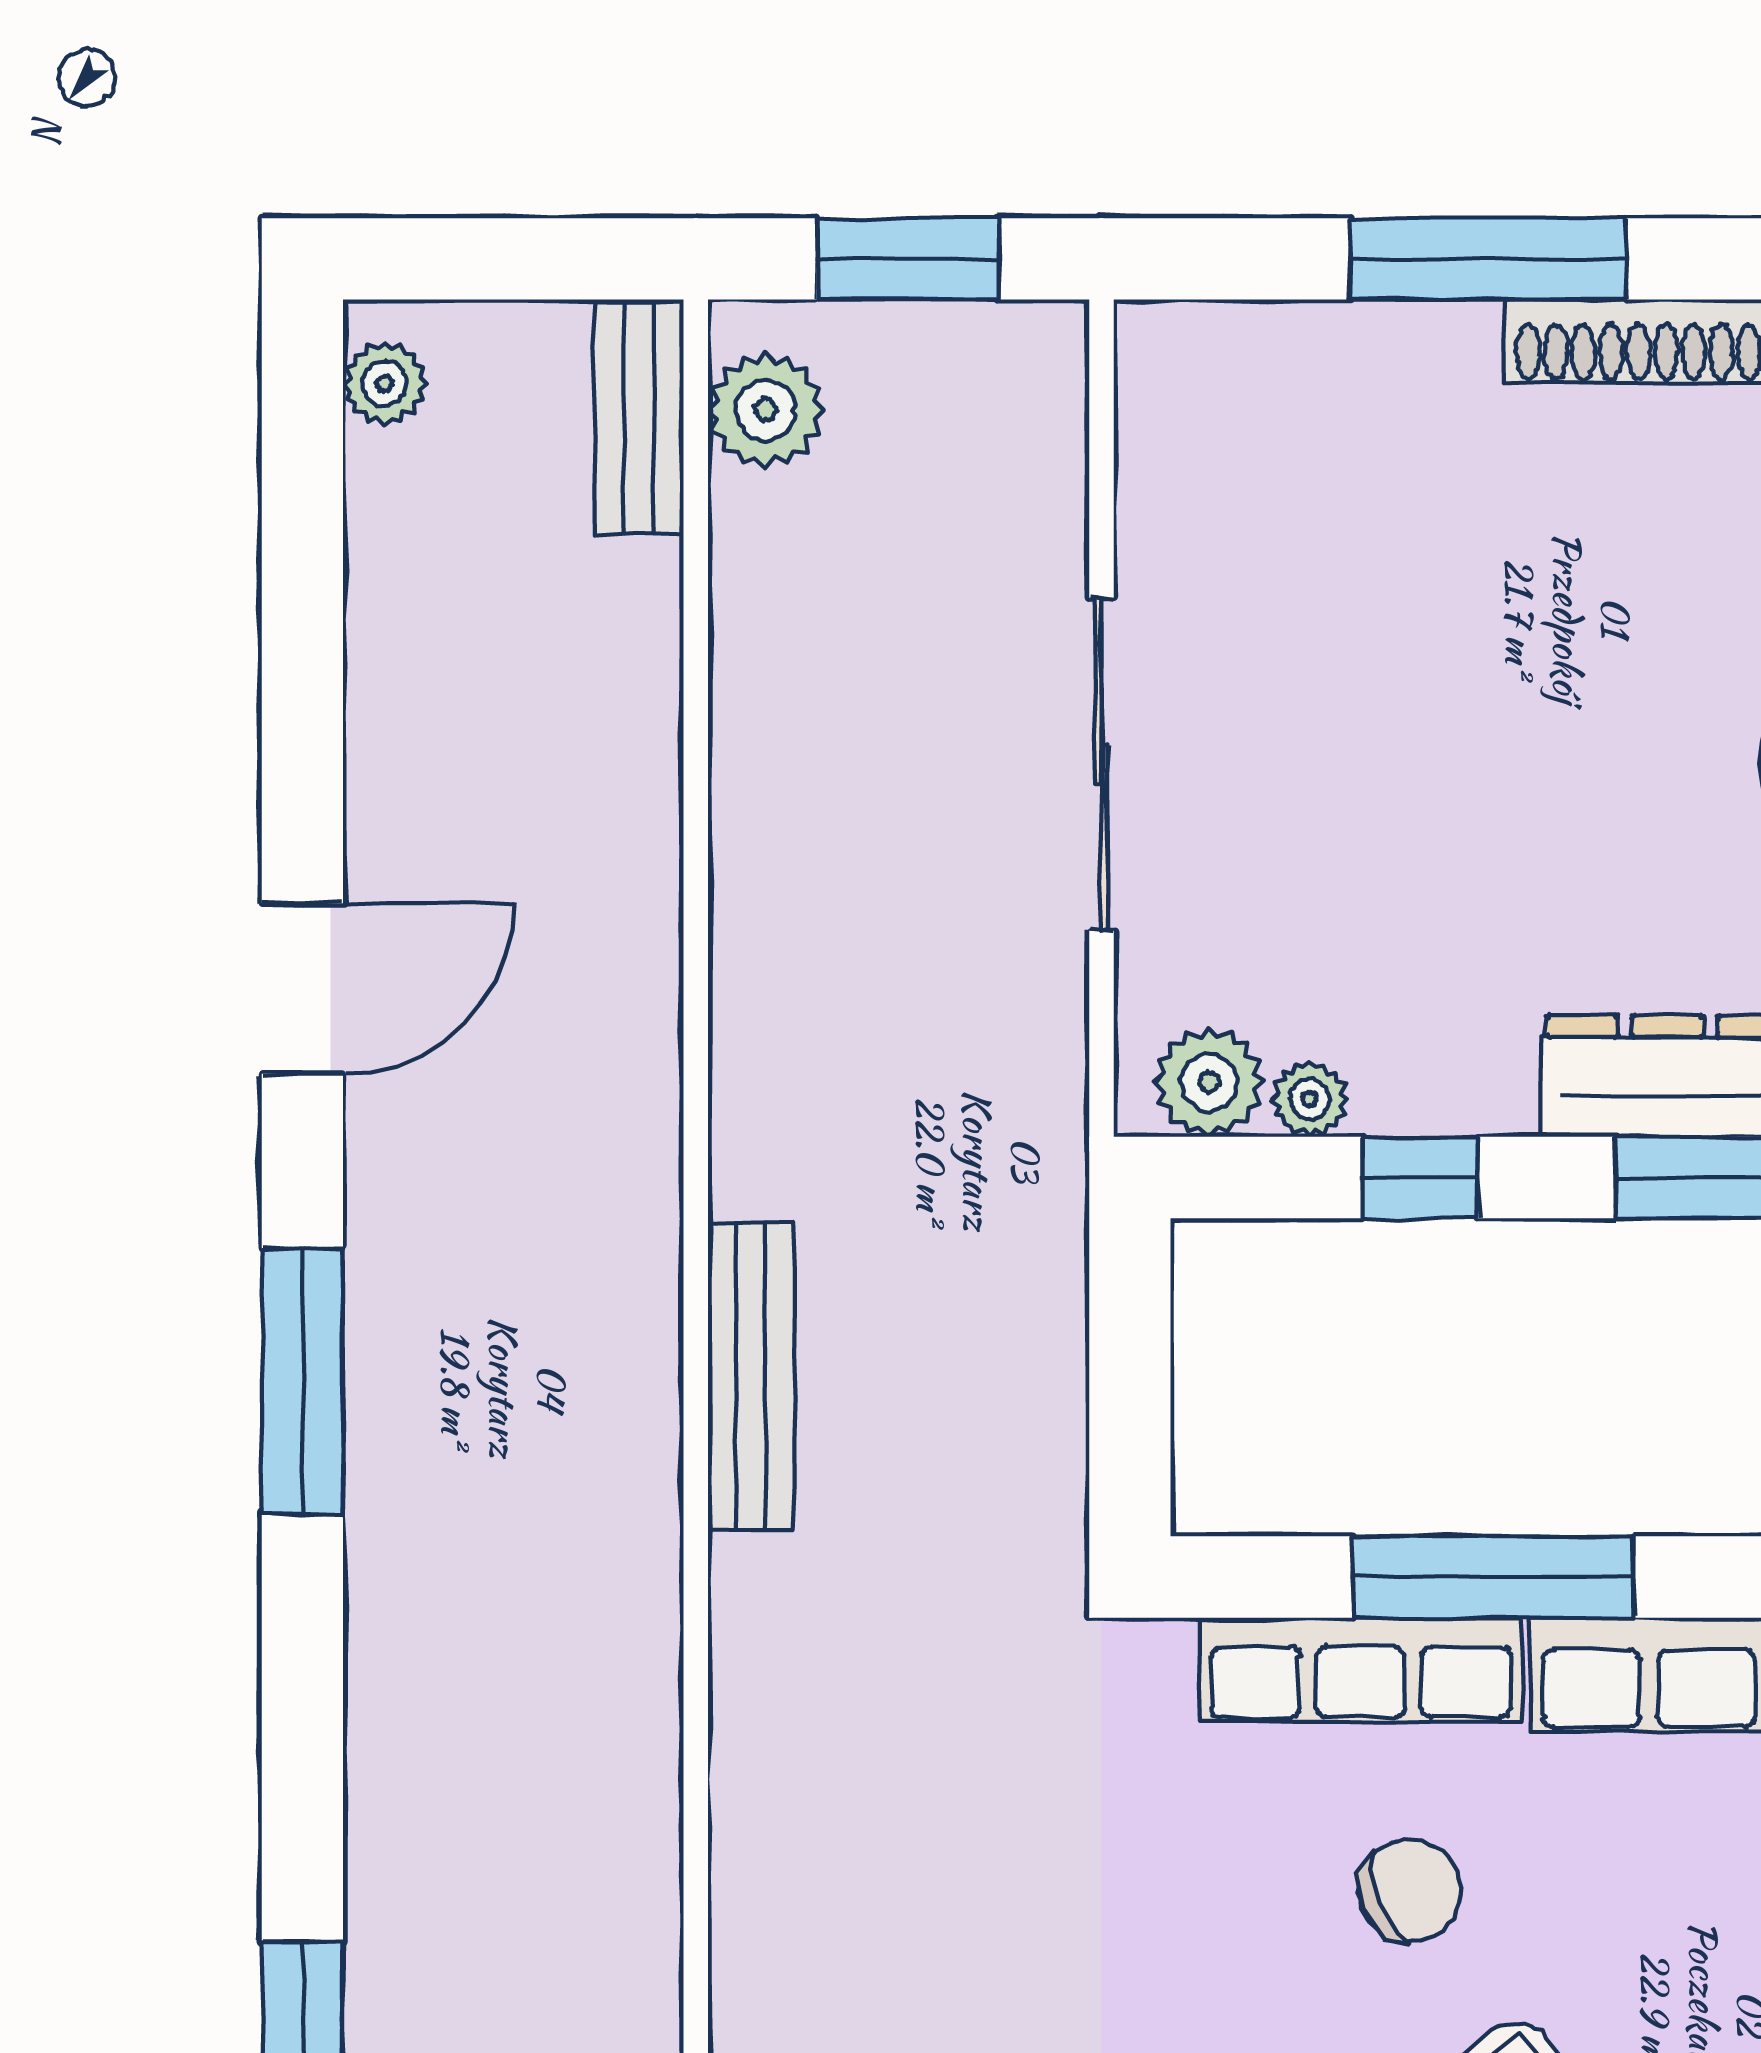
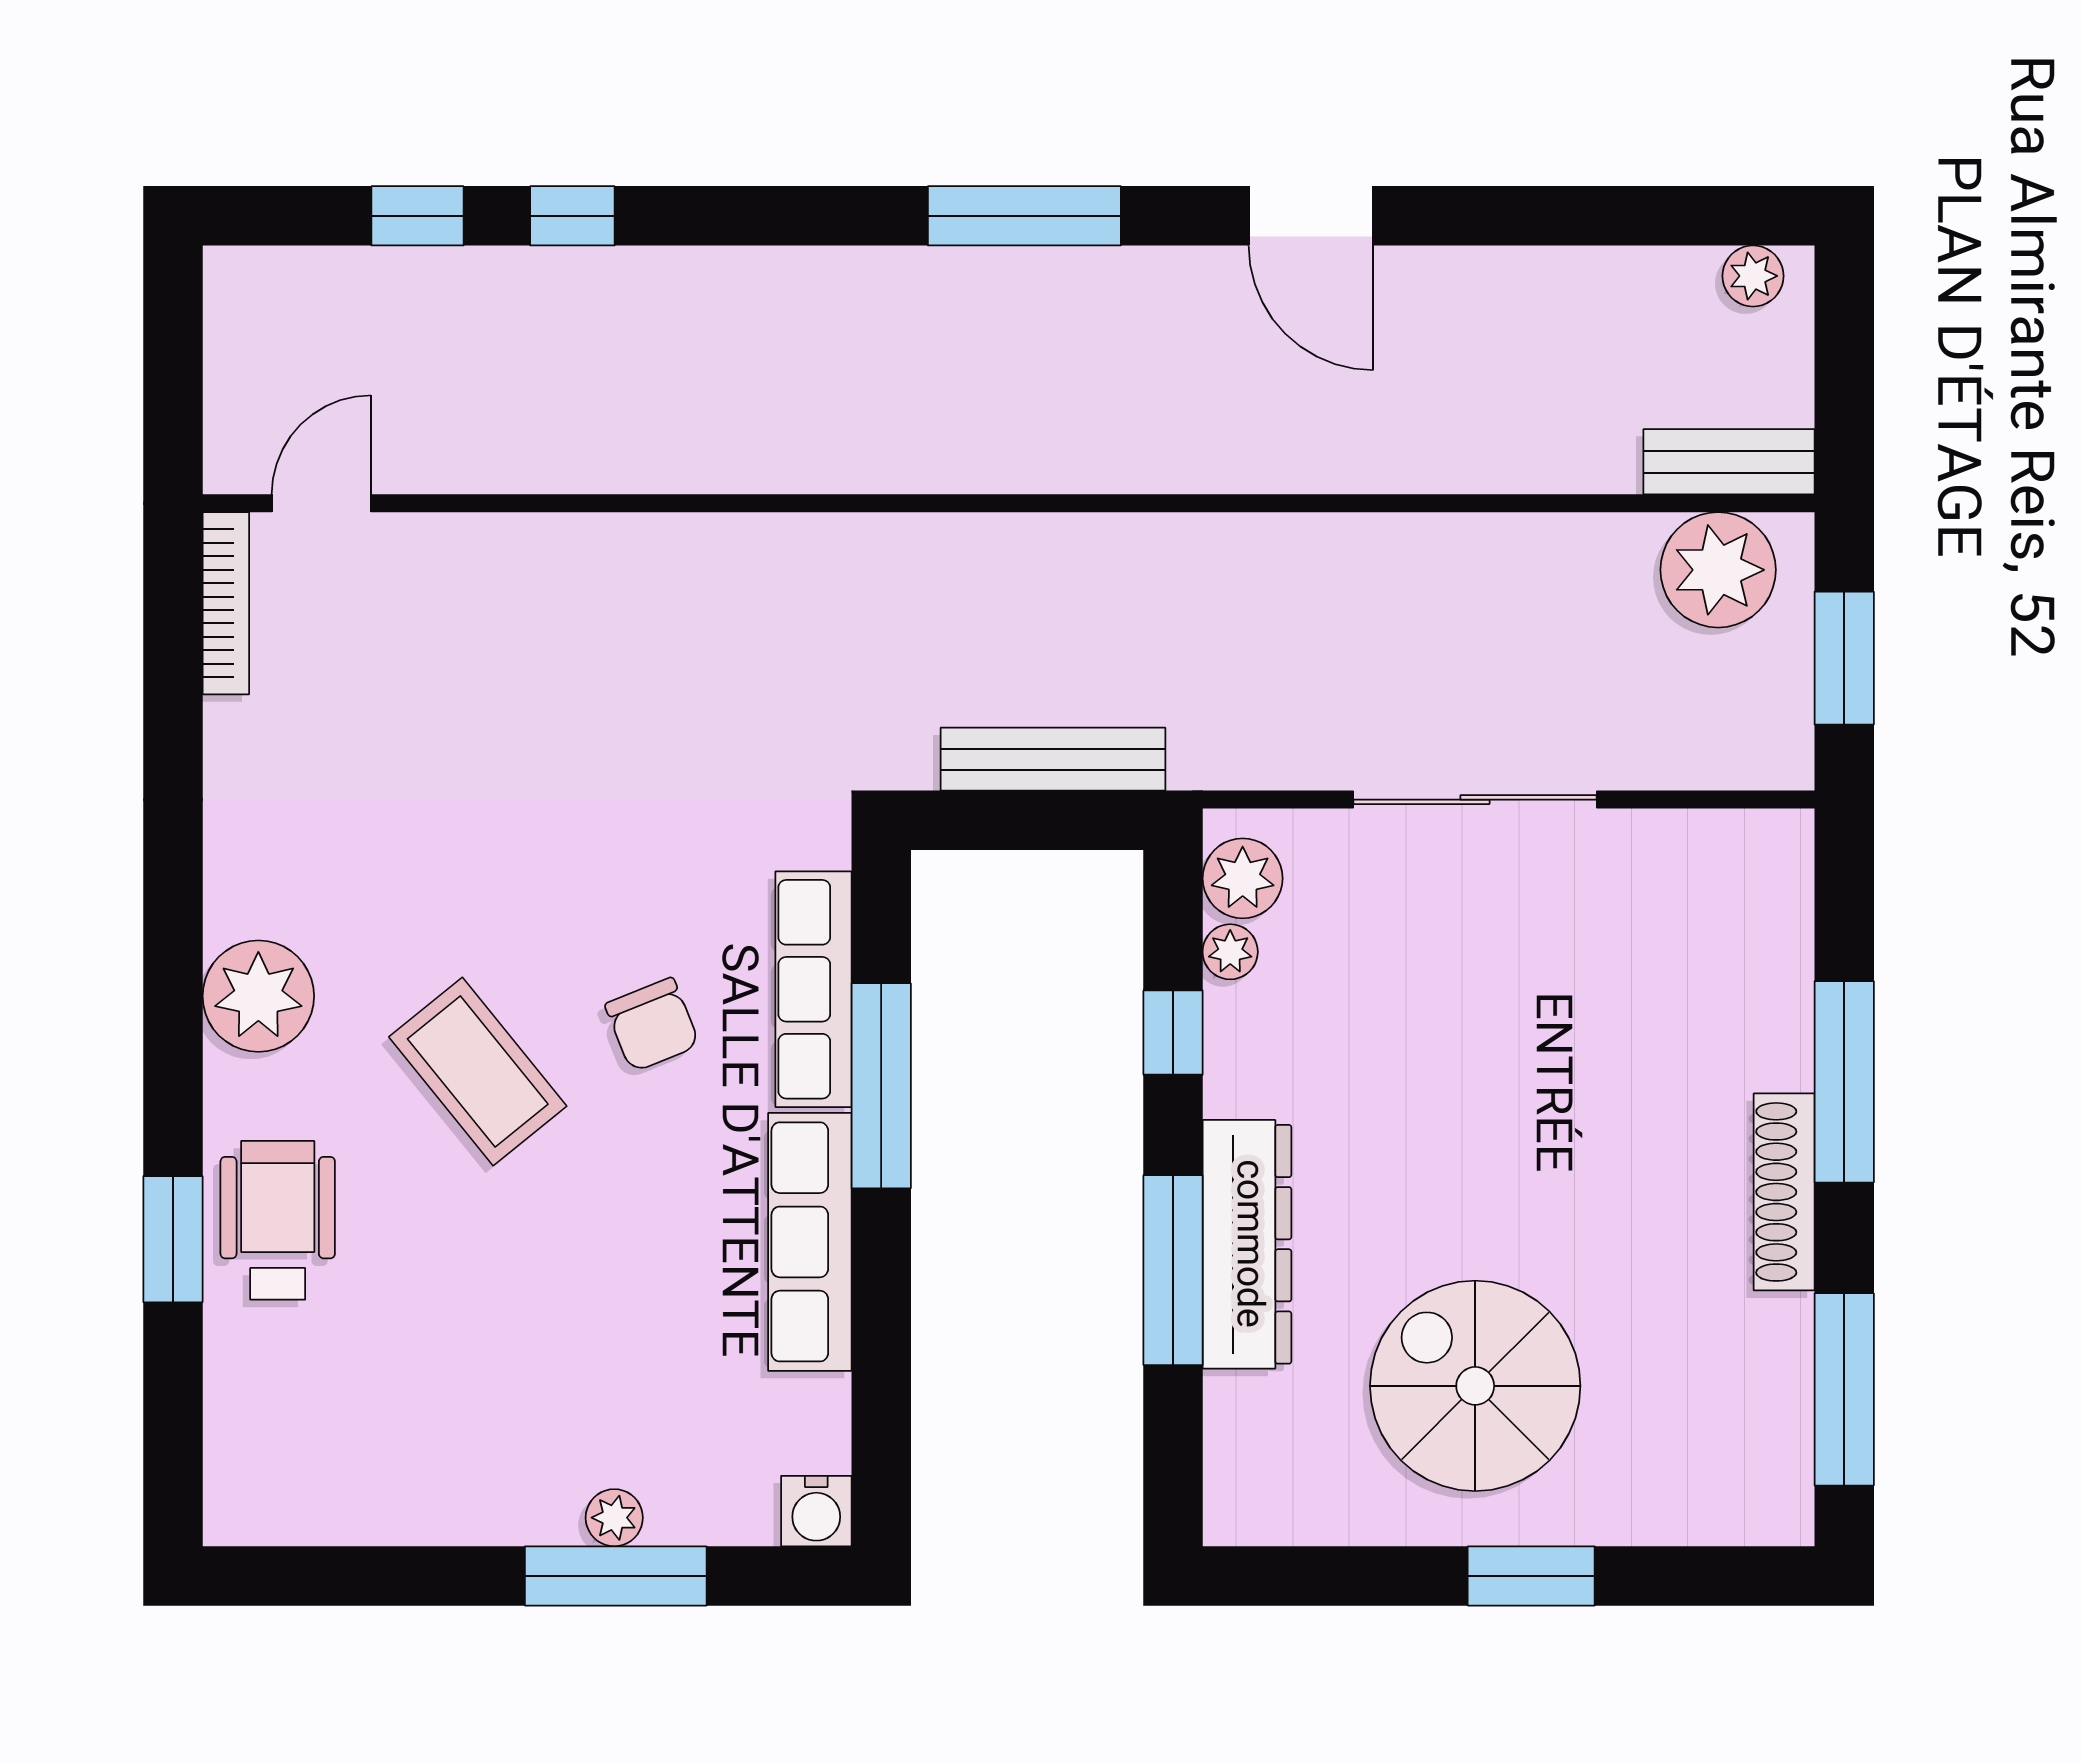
plant: (766, 410) -> (1718, 570), width x1.36, depth x1.36
bench: (751, 1377) -> (1053, 759), moved

